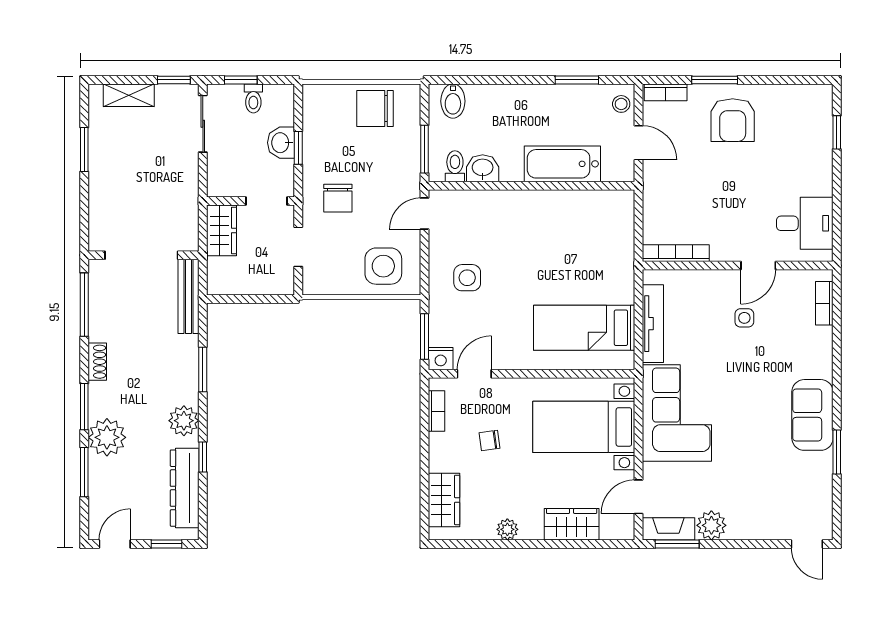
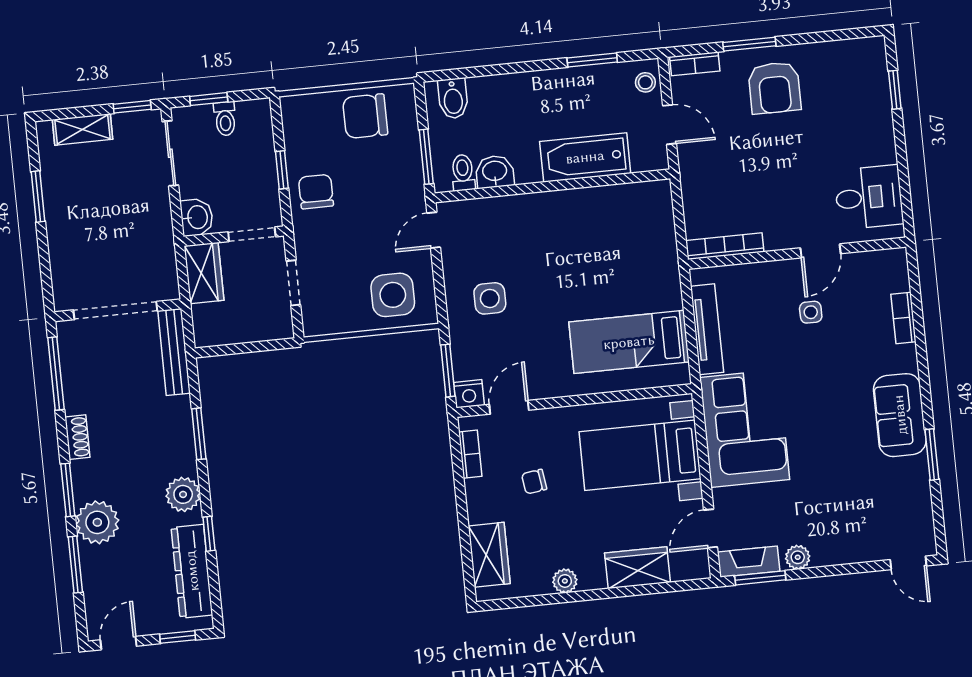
washbasin: (281, 143) -> (197, 217), moved, turned 180
chair: (338, 198) -> (316, 192), moved, turned 180
bookcase: (824, 303) -> (903, 318), moved
plant: (711, 525) -> (798, 557), width x0.73, depth x0.73

